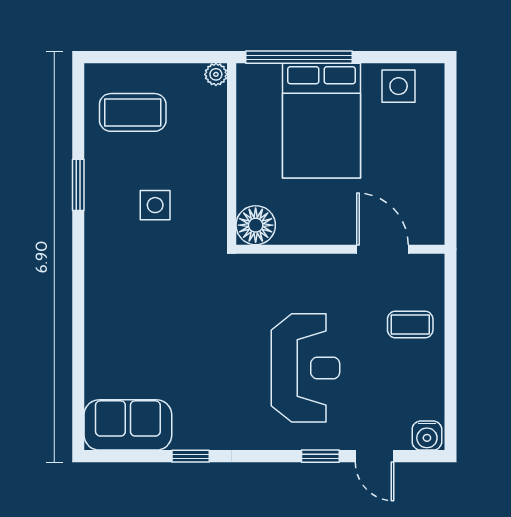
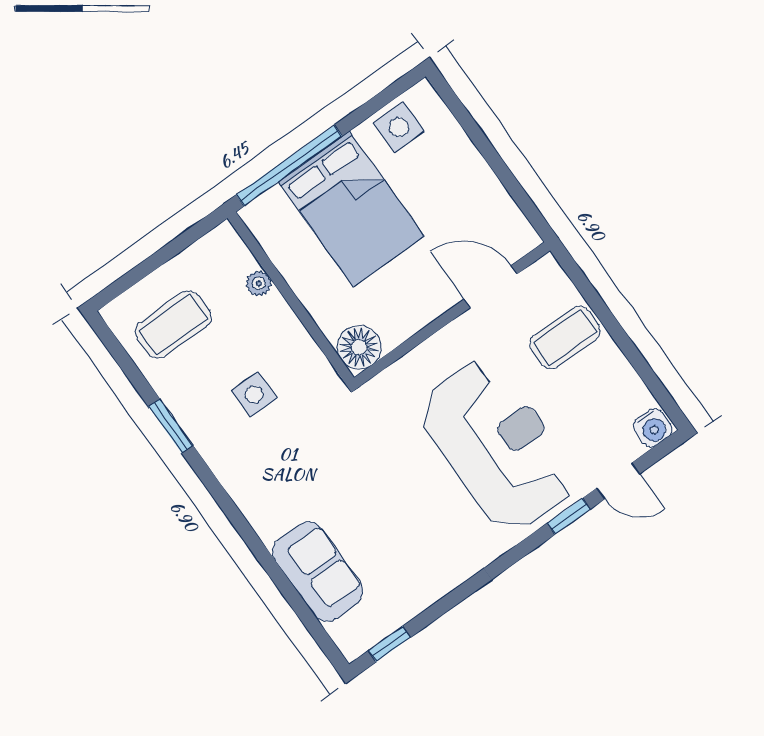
plant: (216, 74) -> (259, 283), moved
coffee table: (410, 325) -> (565, 337), width x1.36, depth x1.30
reception desk: (305, 368) -> (498, 445), width x1.36, depth x1.30
sofa: (128, 425) -> (318, 572), moved, turned 90
window: (191, 456) -> (389, 644), moved

